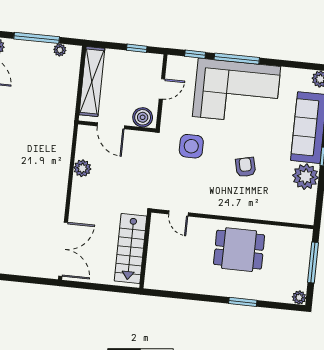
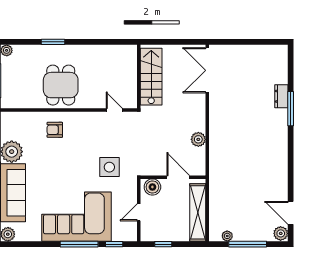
armchair: (246, 167) -> (55, 130), moved, turned 103
dining table: (239, 250) -> (61, 85), turned 90

